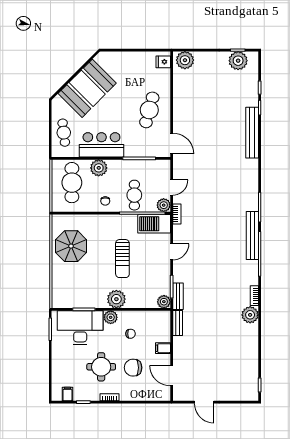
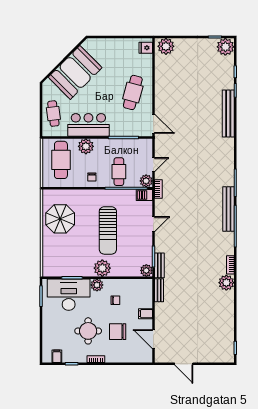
plant: (238, 61) -> (225, 47), moved
barbecue: (154, 224) -> (144, 195), width x0.53, depth x0.65
sun lounger: (122, 259) -> (108, 230), width x1.36, depth x1.34

